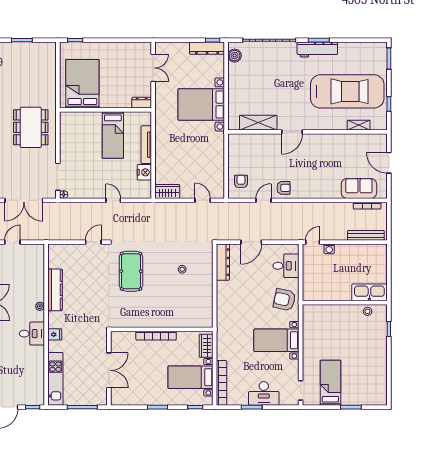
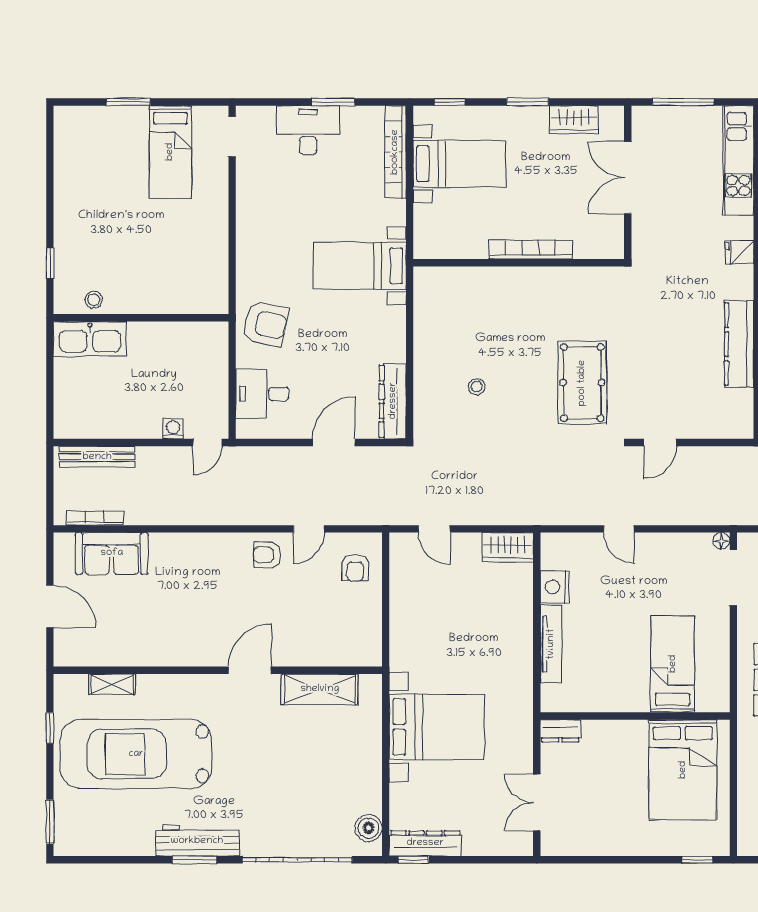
bed: (113, 135) -> (673, 664), moved
bed with nightstands: (276, 340) -> (360, 266), moved, turned 180
wardrobe: (206, 346) -> (574, 120), moved, turned 90

